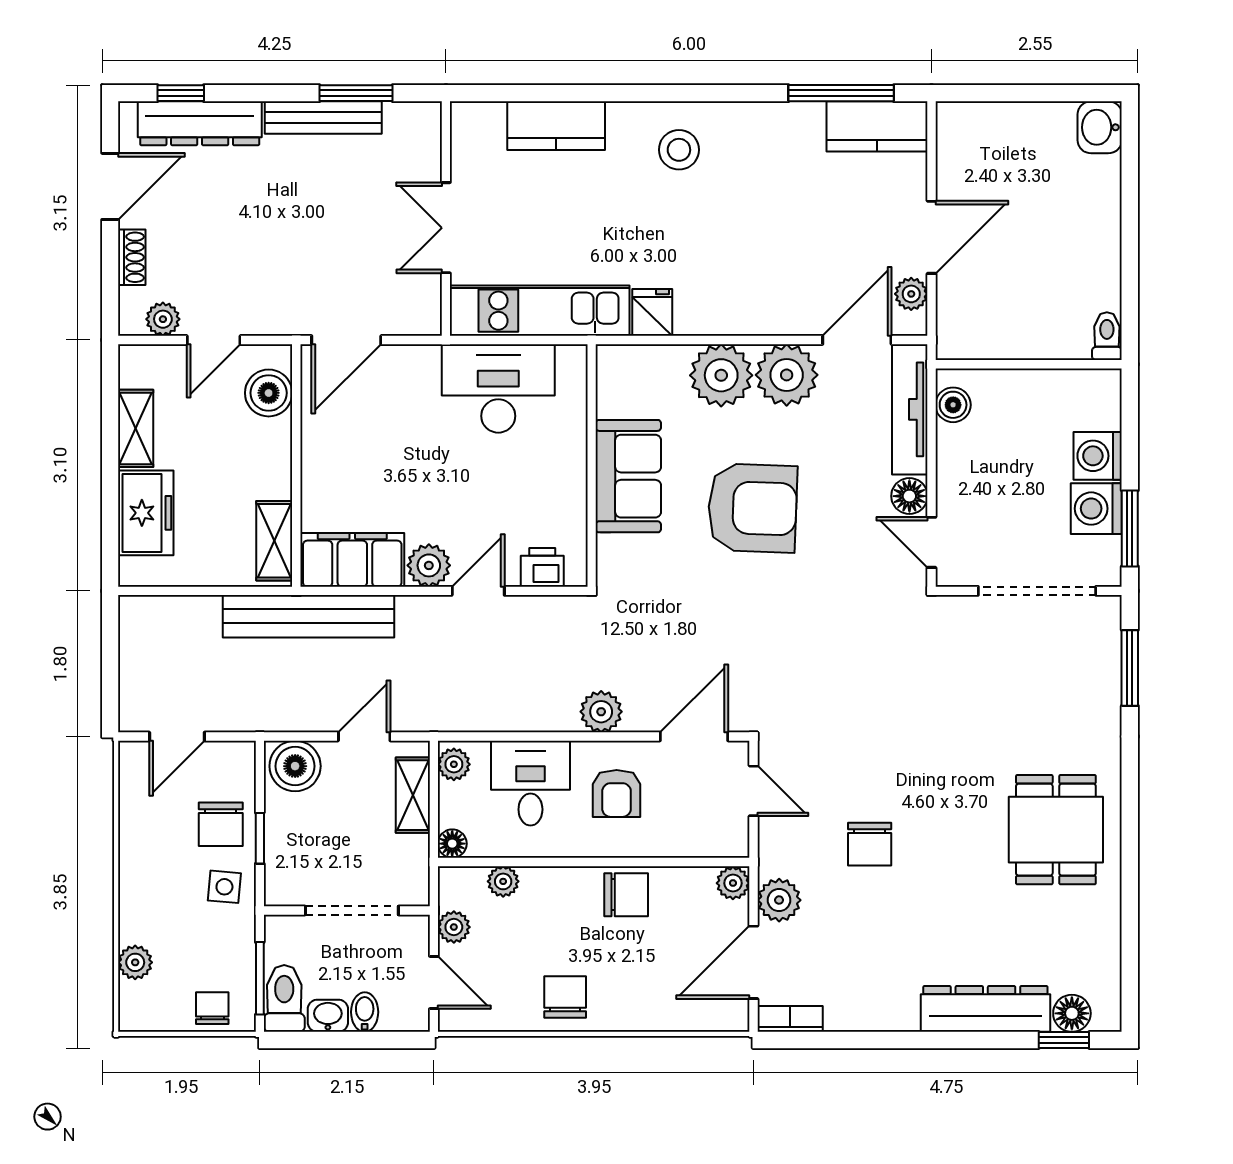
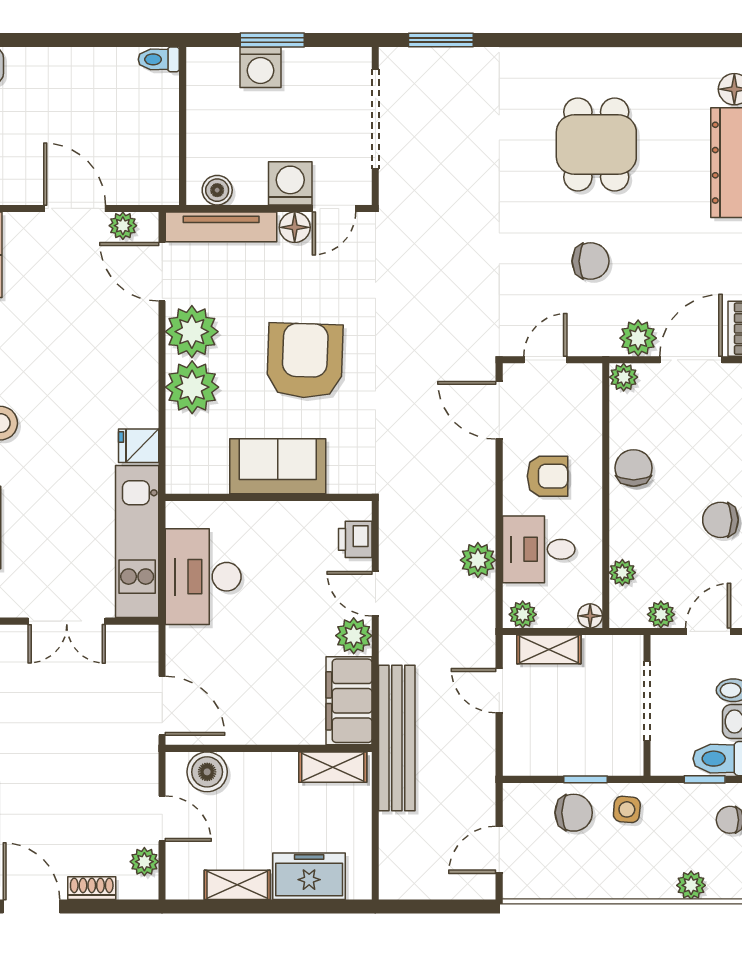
washing machine: (1096, 509) -> (290, 183), moved, turned 180
window: (1130, 528) -> (272, 40), moved
plant: (601, 712) -> (478, 560), moved
door: (177, 737) -> (499, 850), swing flipped
boiler: (295, 766) -> (524, 749), removed
dining table: (1056, 830) -> (596, 145), moved, turned 90
door: (753, 962) -> (691, 360), swing flipped
window: (260, 978) -> (705, 779), width x0.67

